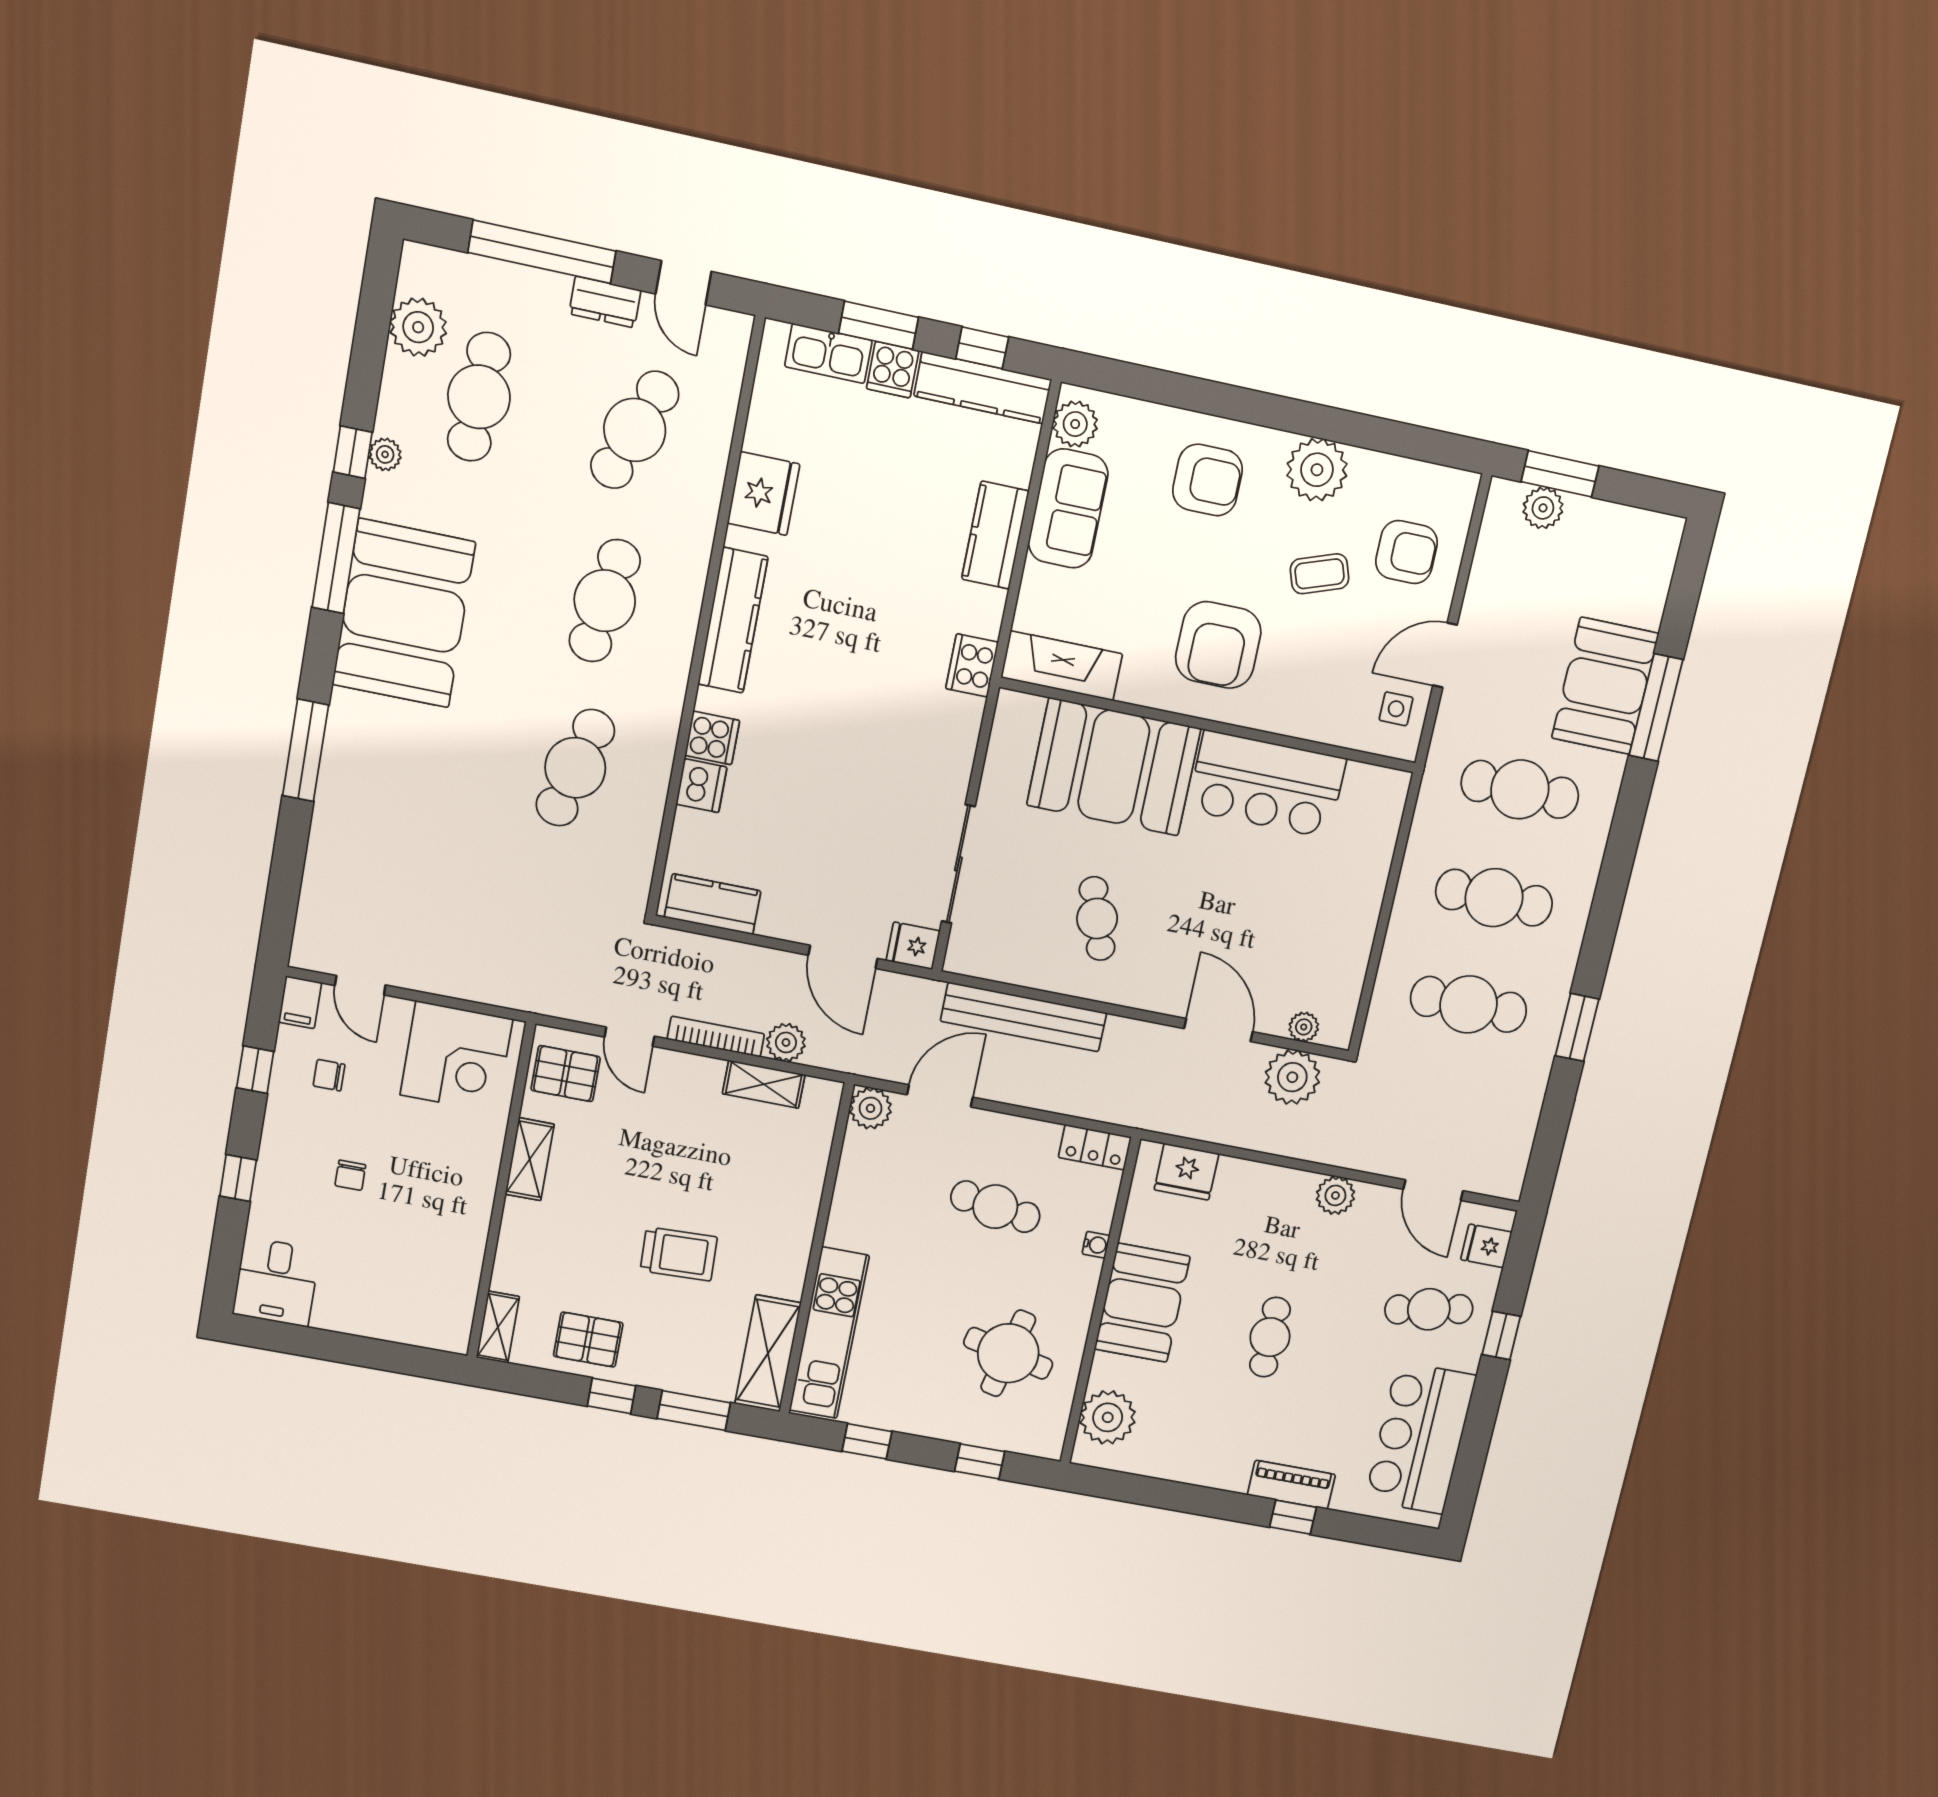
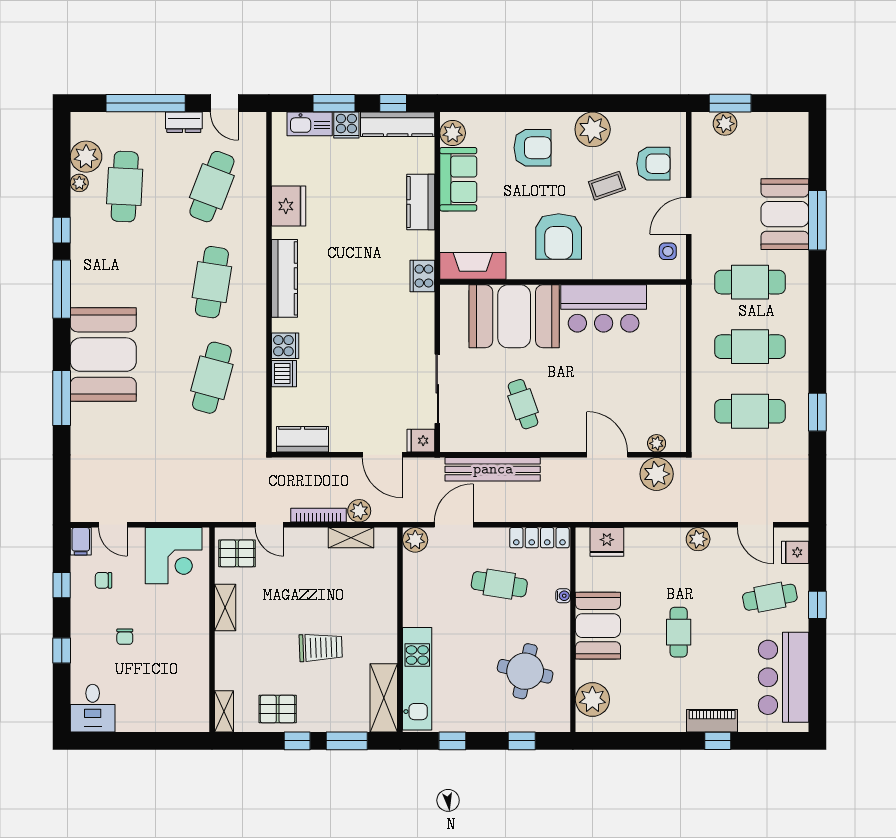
plant: (385, 454) -> (79, 183), moved
booth: (404, 613) -> (103, 355), moved
locker: (1095, 1147) -> (539, 538), width x1.53

